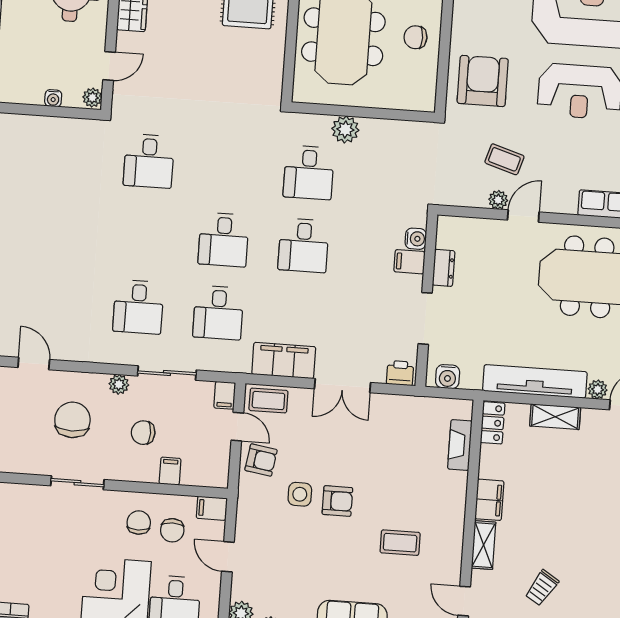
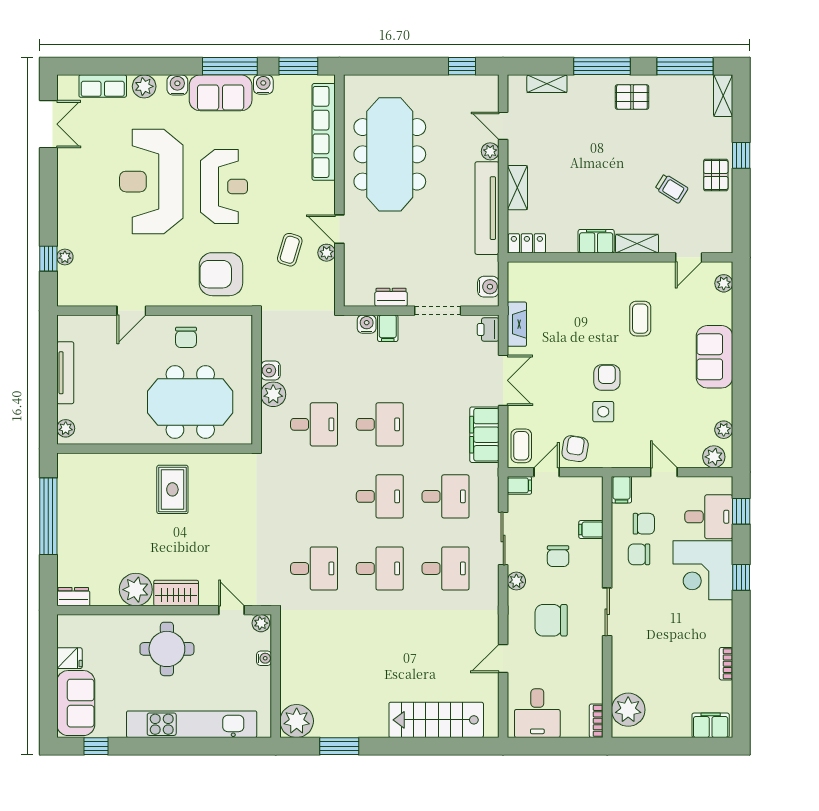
water cooler: (372, 128) -> (270, 371), added
desk: (144, 234) -> (380, 568), added
fireplace: (460, 445) -> (517, 324), moved, turned -90
door: (228, 557) -> (664, 472), swing flipped

